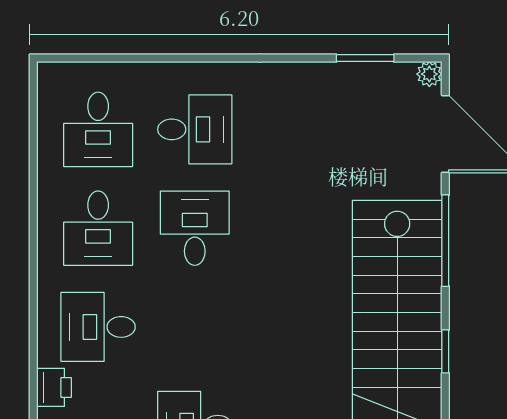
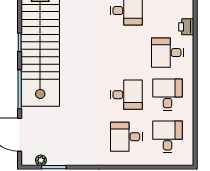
plant: (429, 74) -> (41, 160), moved
desk: (195, 228) -> (126, 95), turned -90
desk: (98, 327) -> (168, 53), turned 180

